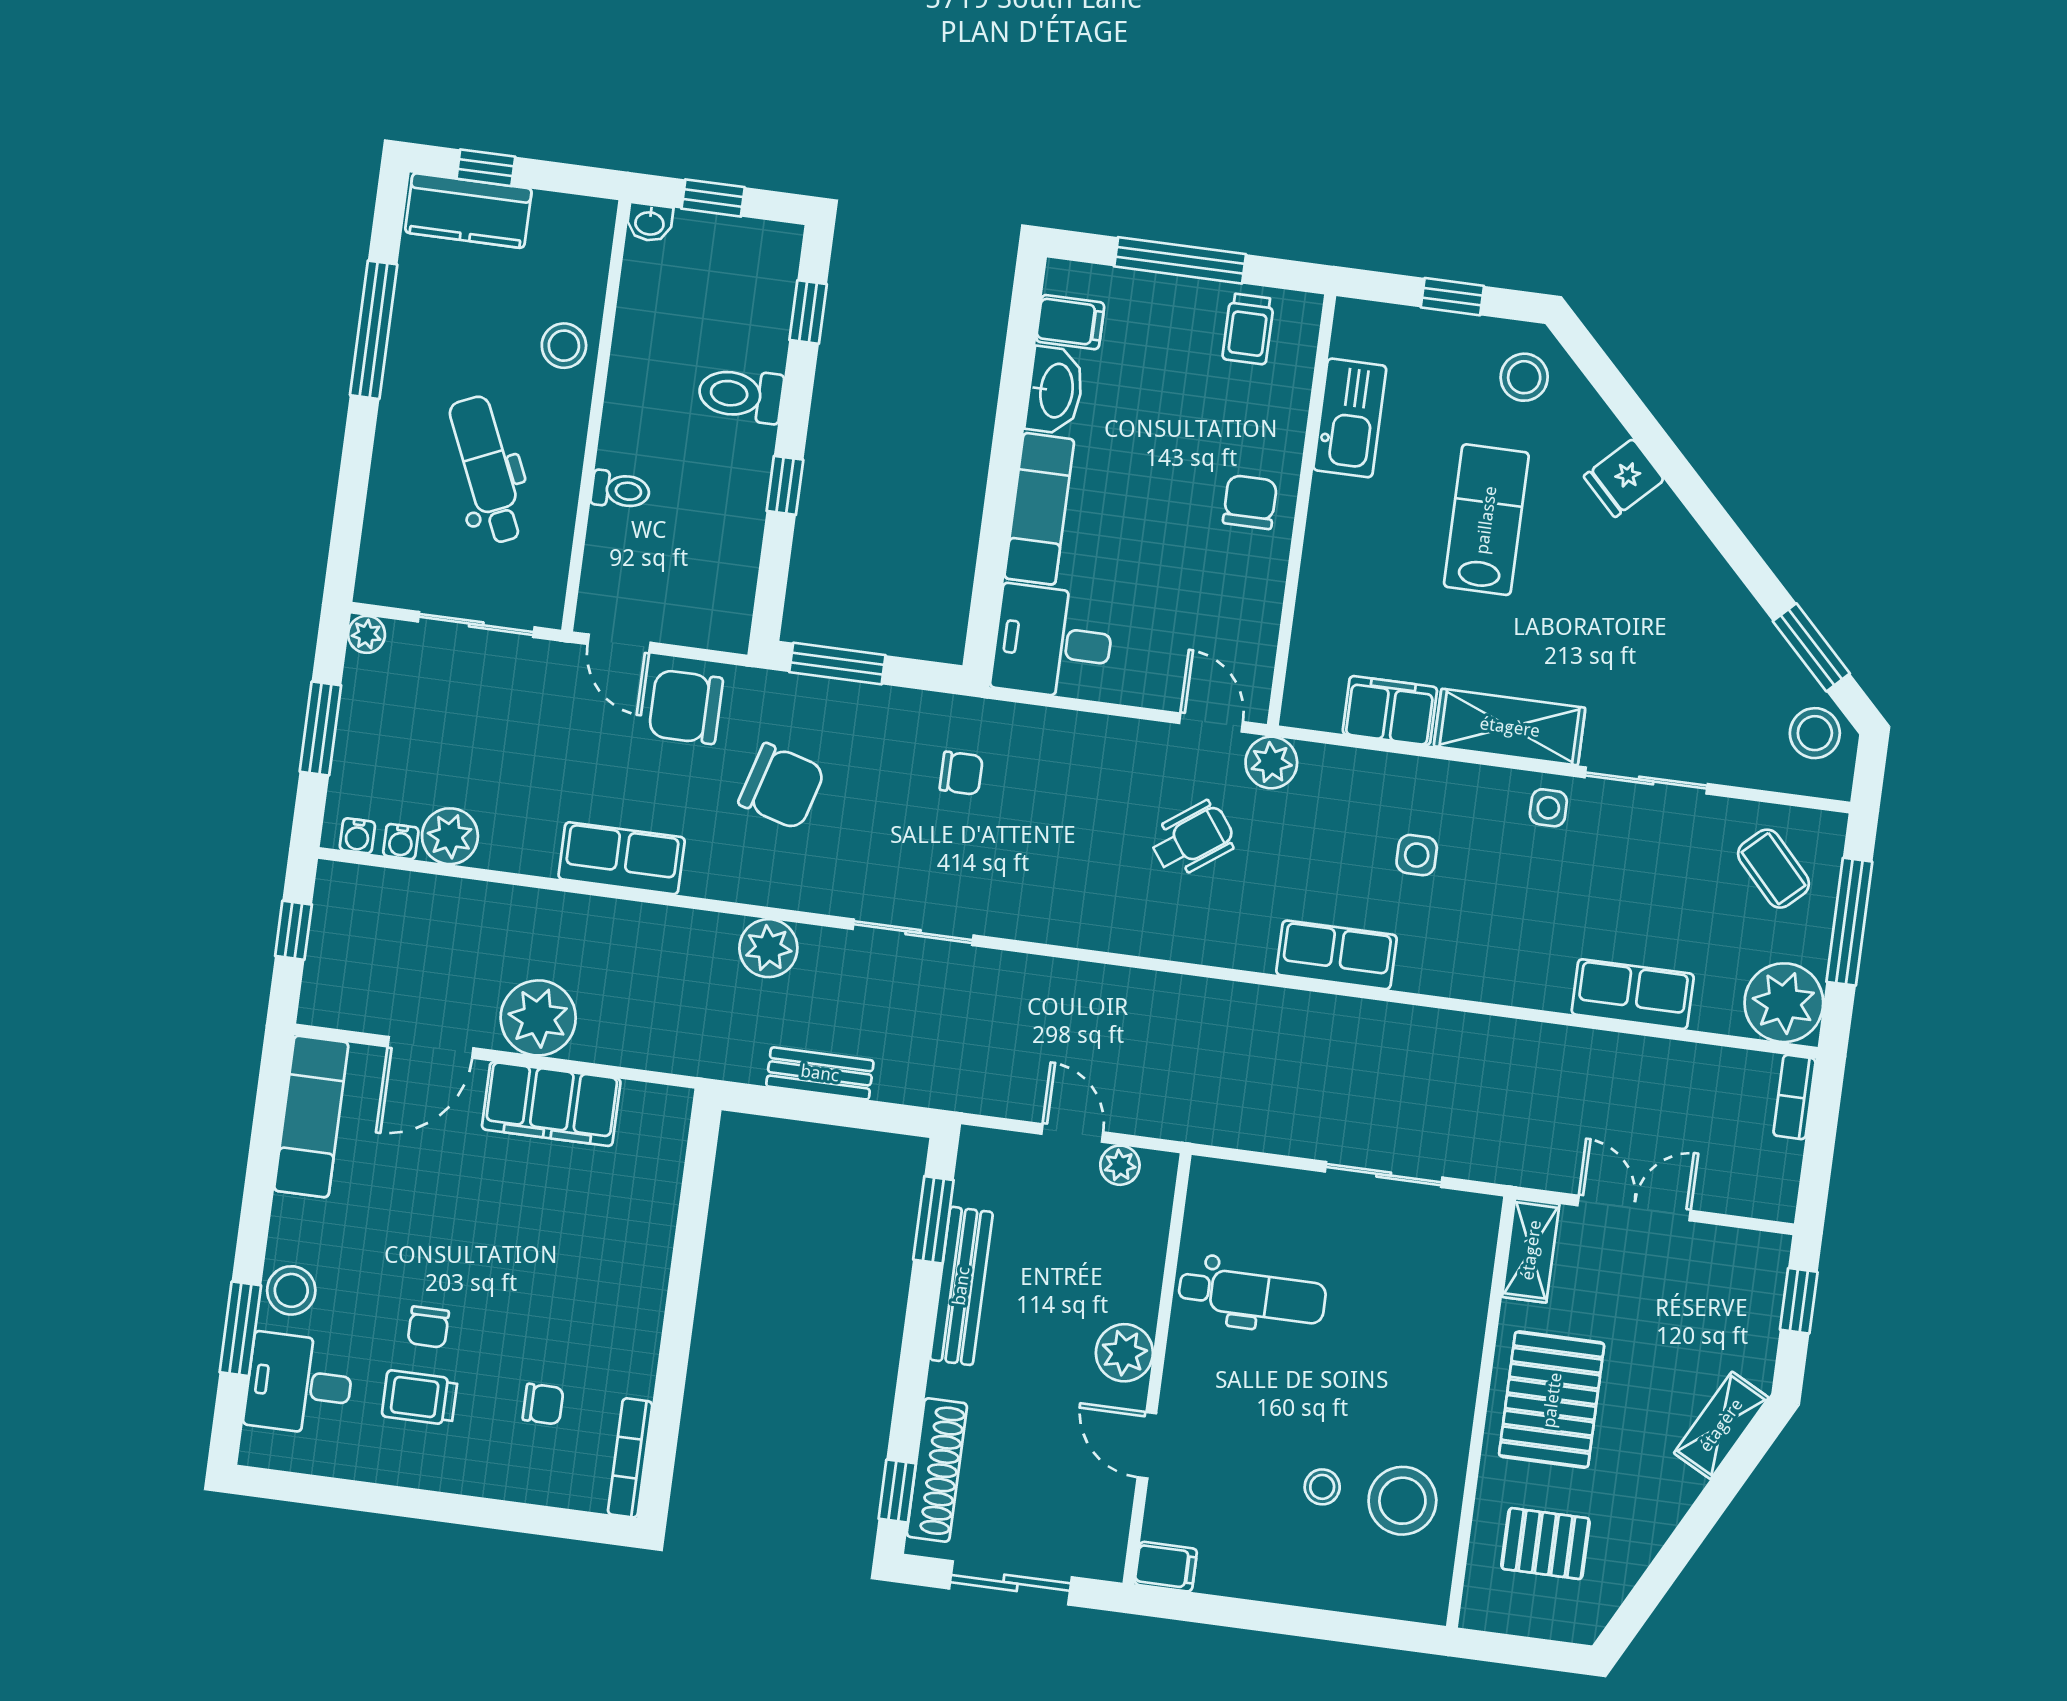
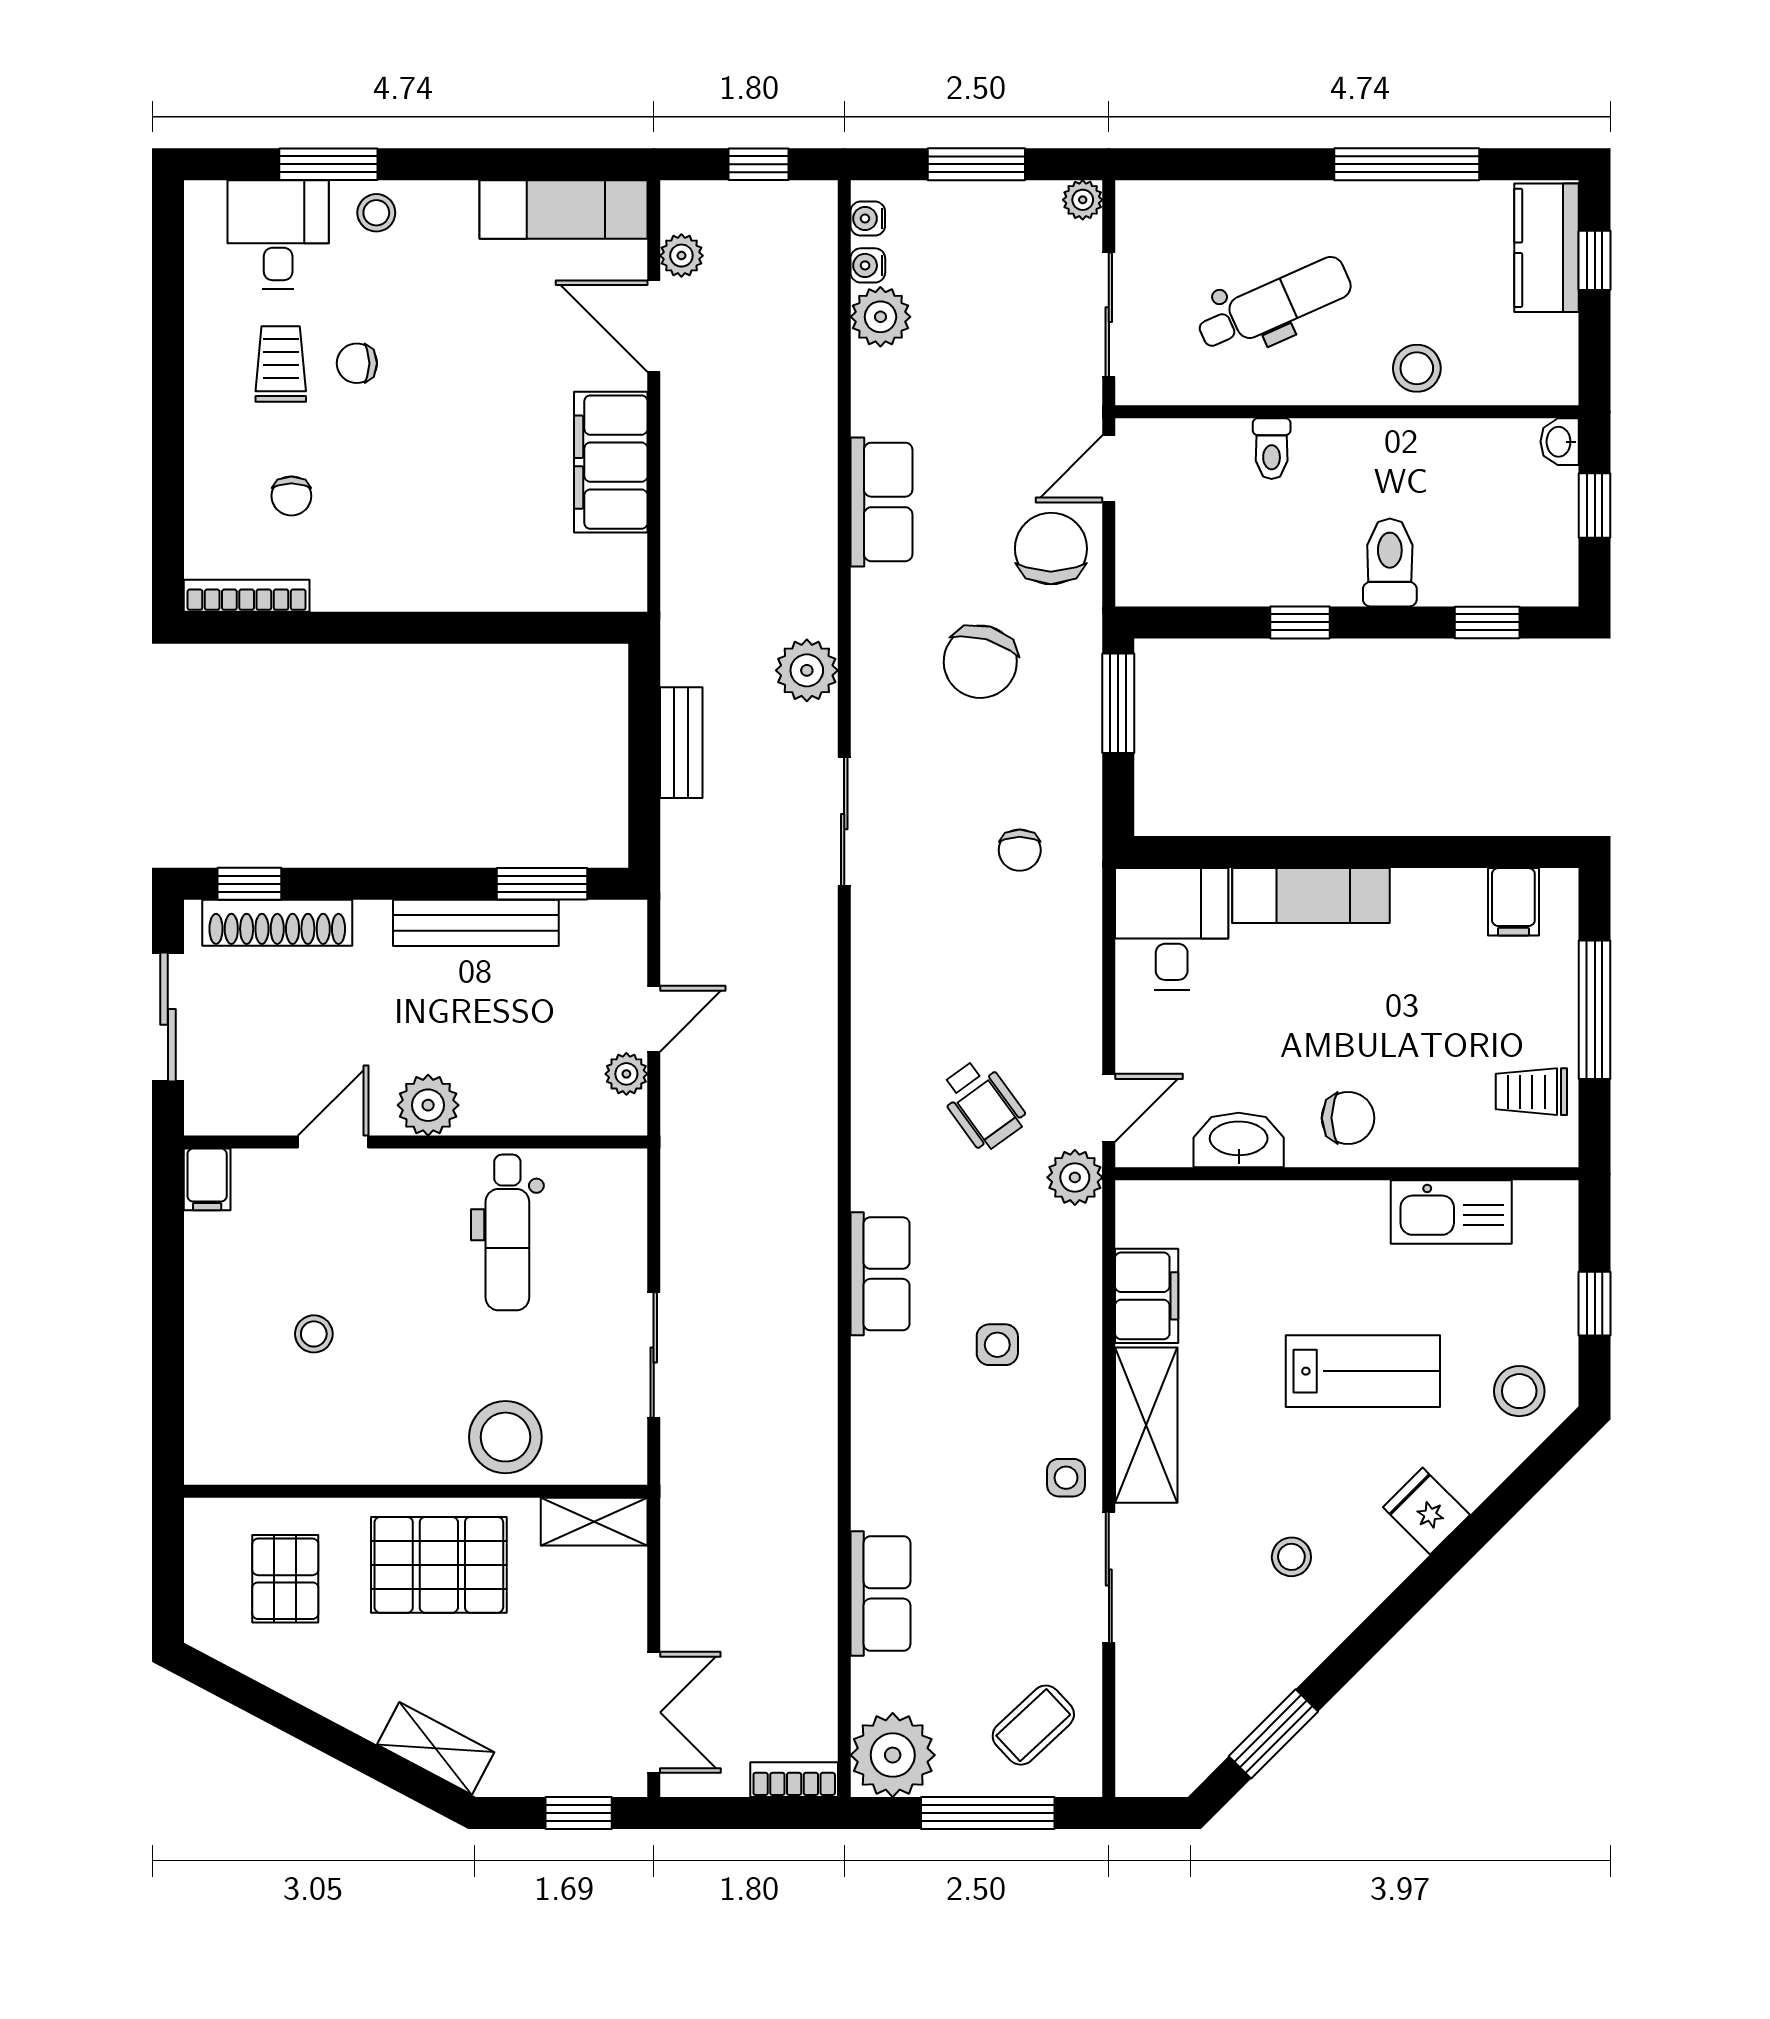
washbasin: (1055, 390) -> (1239, 1140), moved, turned 180
stool: (1815, 733) -> (1291, 1557), moved, width x0.73, depth x0.73
plant: (538, 1018) -> (681, 256), moved, width x0.53, depth x0.53
double door: (1634, 1208) -> (654, 1712), moved
stool: (291, 1290) -> (376, 213), width x0.73, depth x0.73
stool: (1402, 1501) -> (505, 1437), moved

